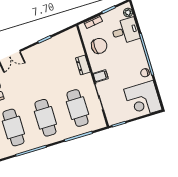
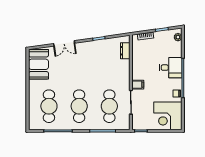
desk: (125, 31) -> (171, 68), moved
chair: (99, 46) -> (144, 58), removed
dresser: (83, 65) -> (125, 51), moved

